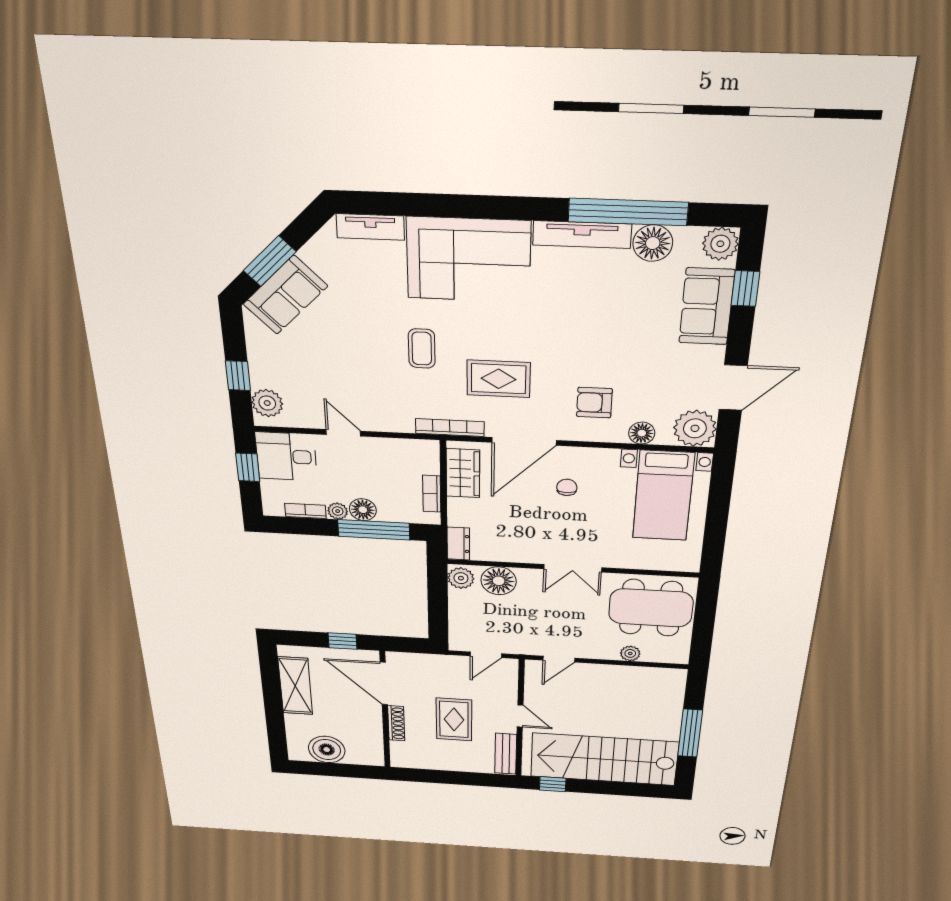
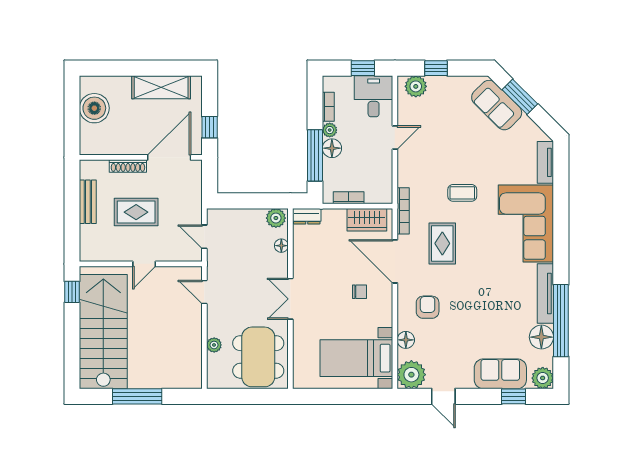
door: (733, 388) -> (443, 396), width x0.73
floor lamp: (499, 581) -> (281, 246), width x0.53, depth x0.53
bench: (506, 754) -> (88, 202), moved, turned 90

